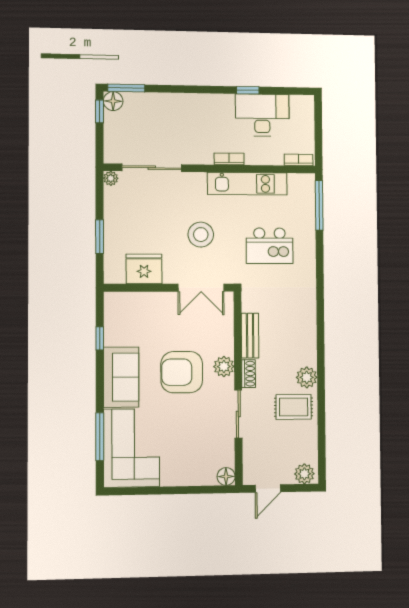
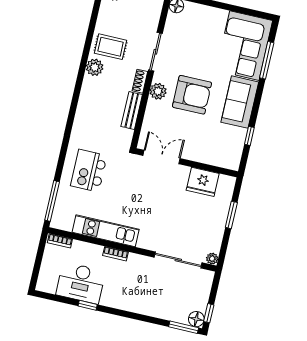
stool: (201, 235) -> (152, 199), removed
kitchen island: (270, 246) -> (89, 171), moved, turned -90

